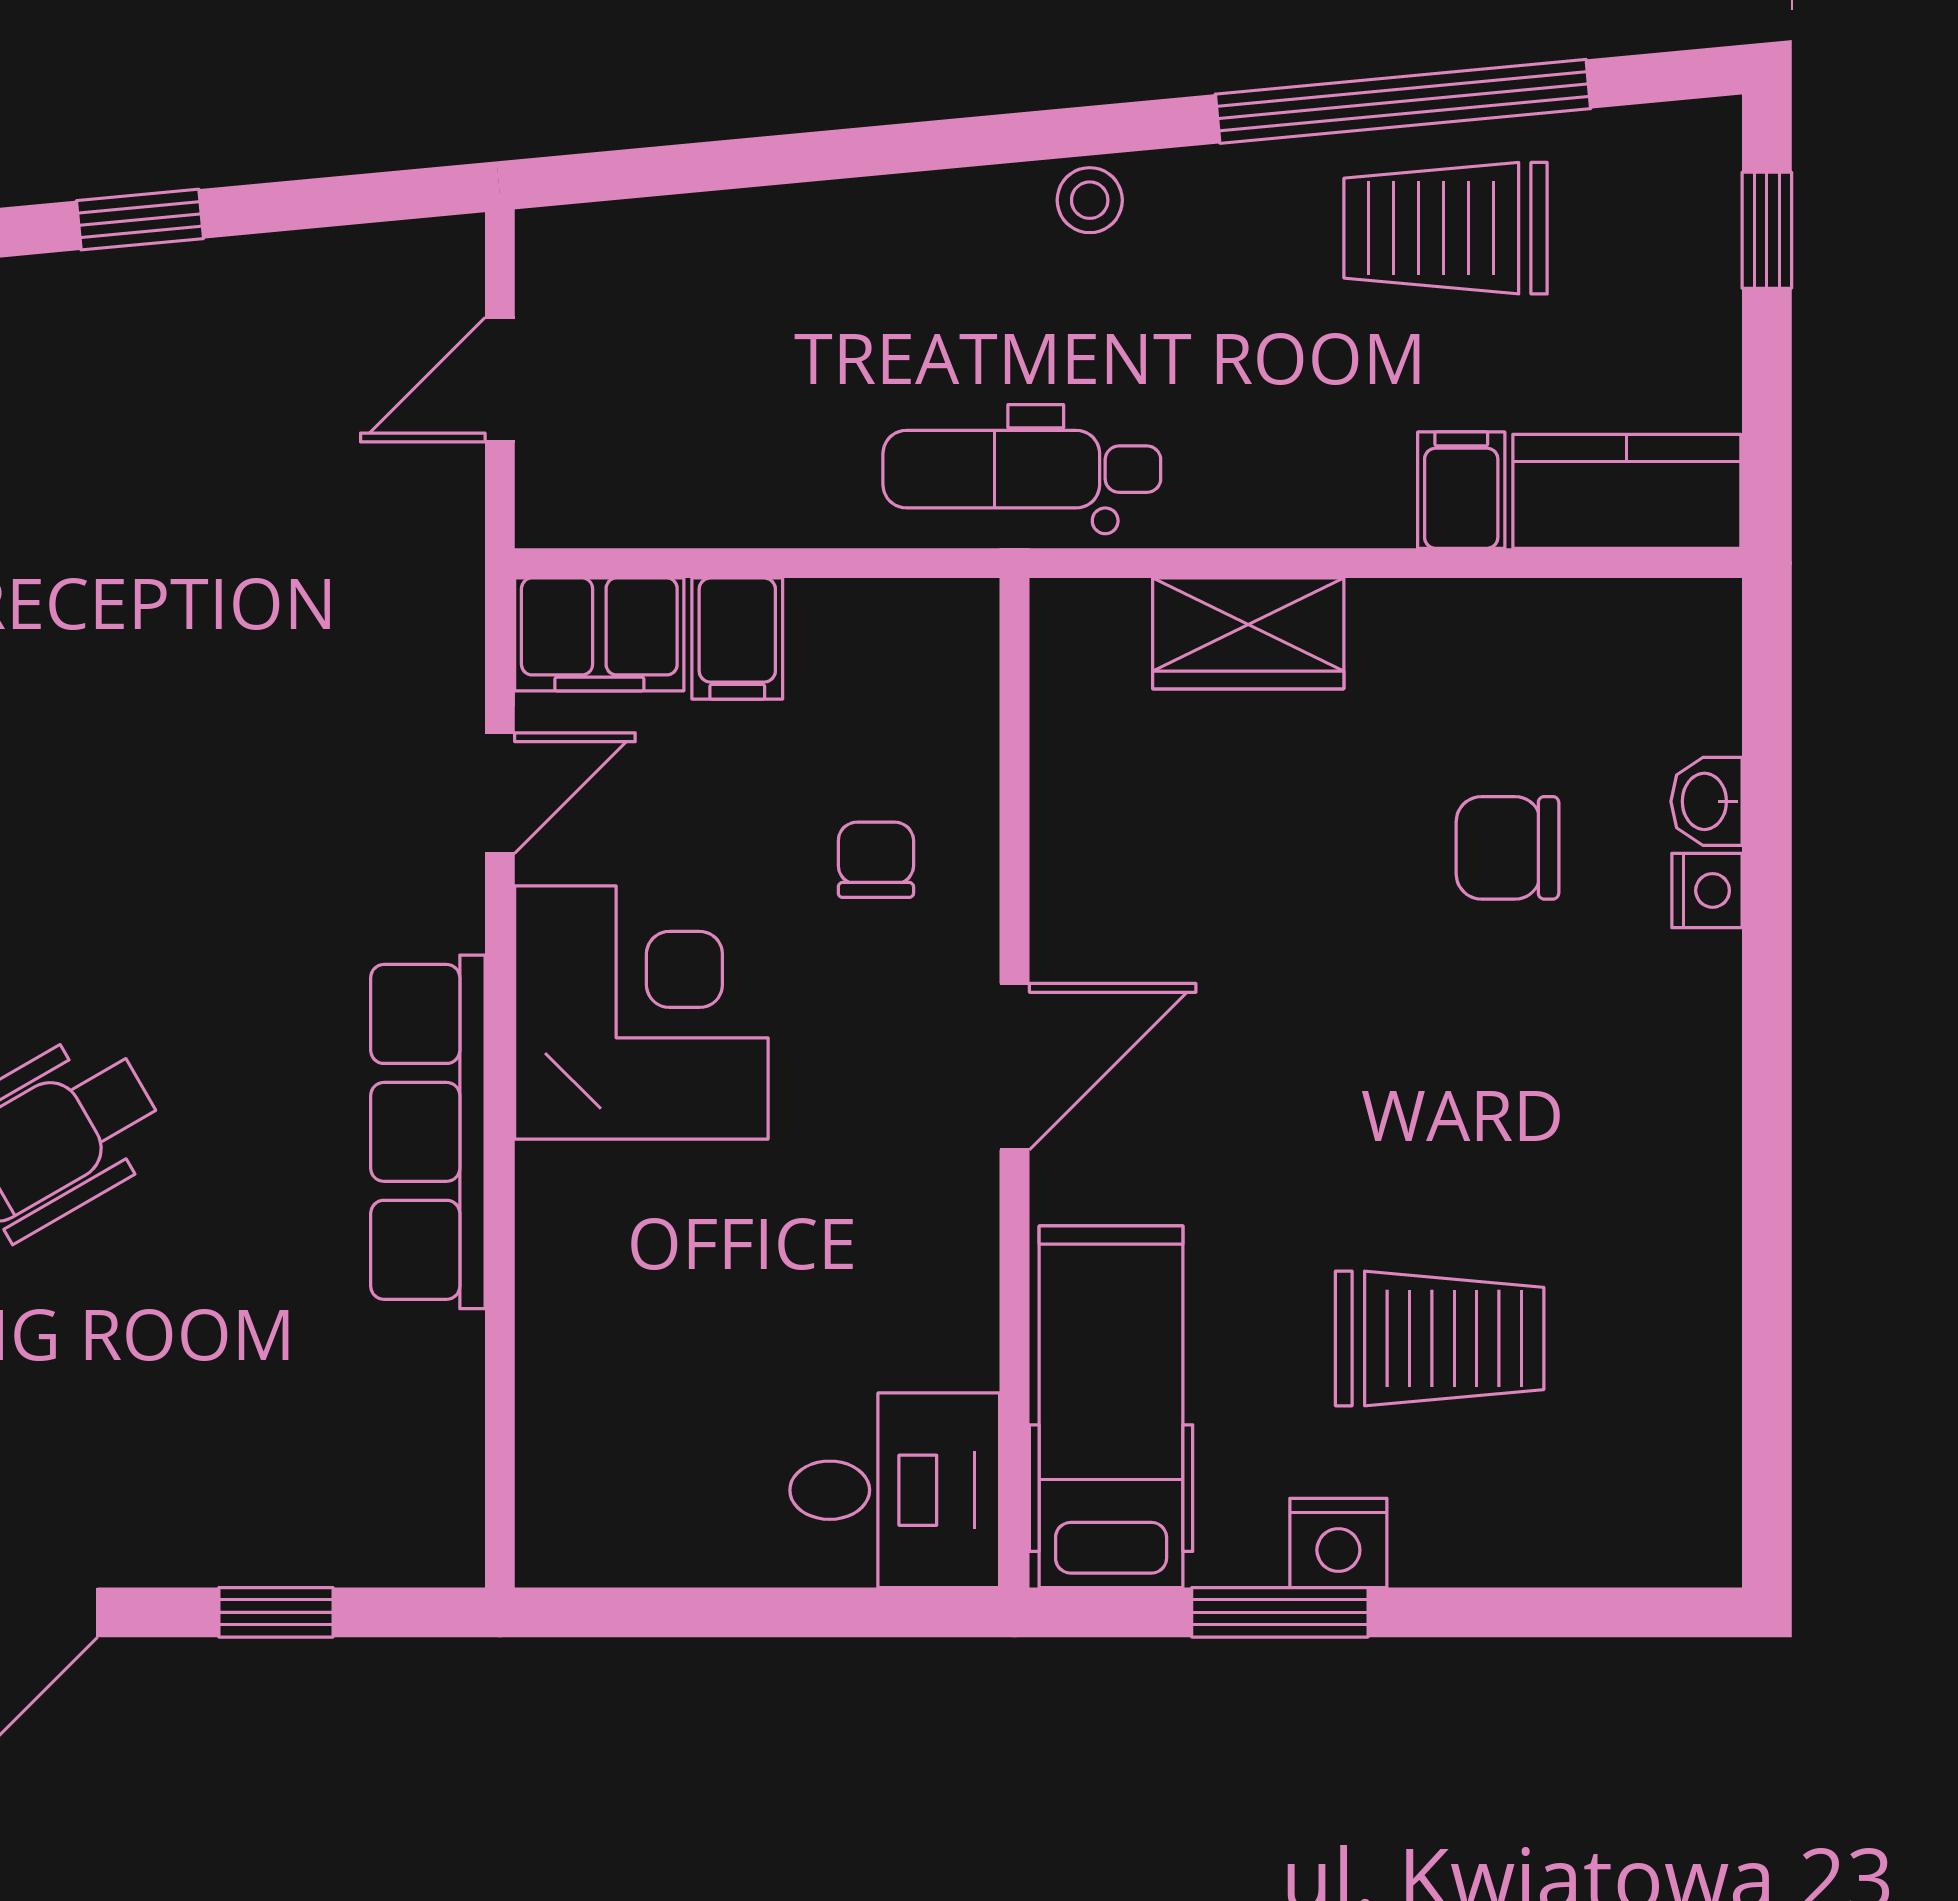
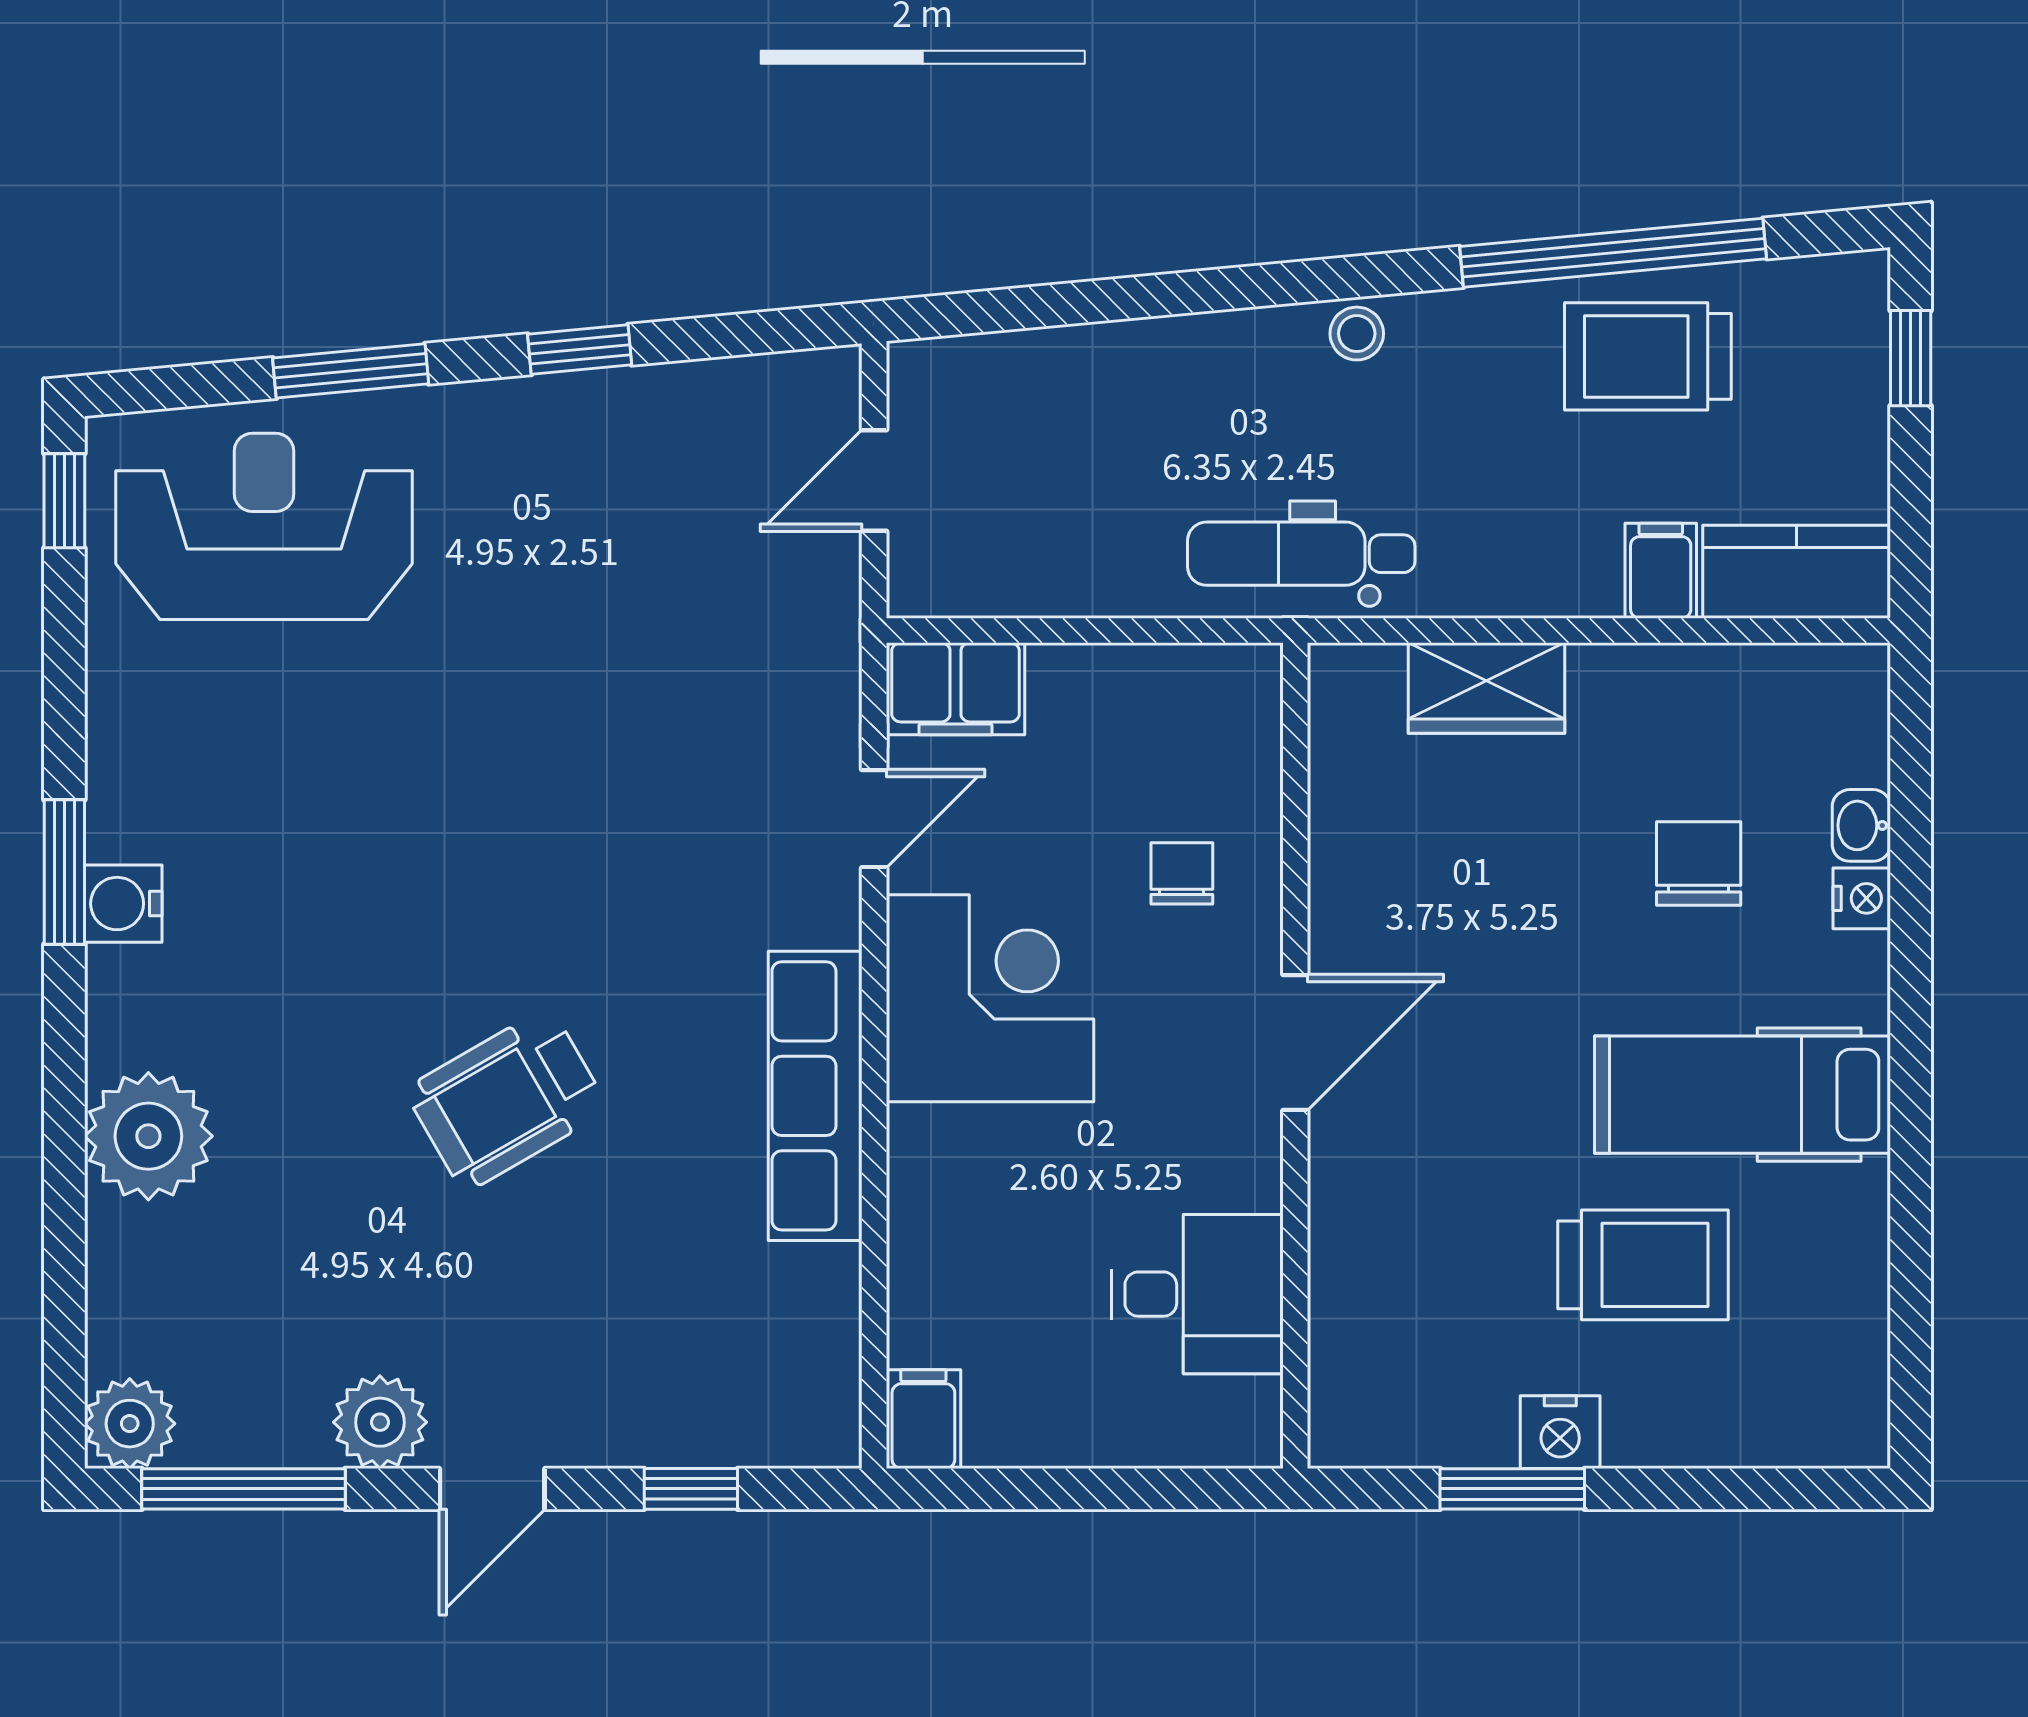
filing cabinet: (737, 638) -> (923, 1419), moved, turned 180
chair: (1508, 848) -> (1699, 863), turned 90
hospital bed: (1111, 1407) -> (1743, 1095), moved, turned -90
desk: (895, 1490) -> (1197, 1294), moved

